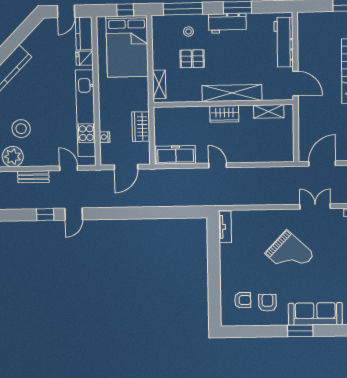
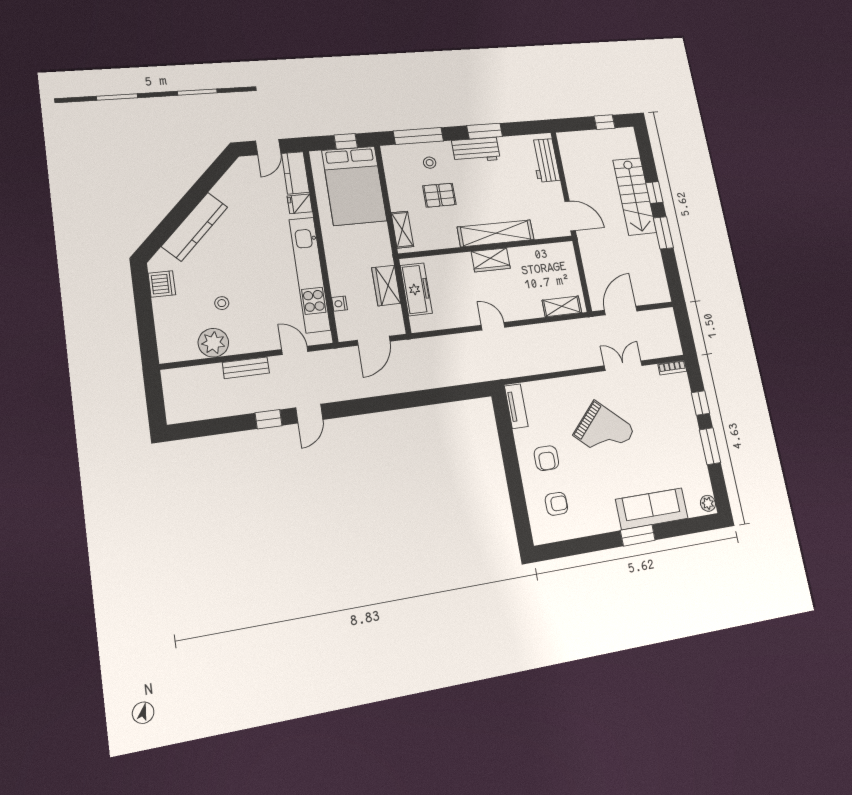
workbench: (284, 42) -> (545, 160), width x0.73
shelving: (269, 111) -> (562, 306), moved
stool: (21, 129) -> (222, 303), width x0.53, depth x0.53
freezer: (176, 155) -> (416, 289), moved, turned 90
armchair: (267, 303) -> (546, 458), moved, turned 180

